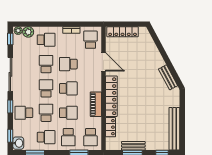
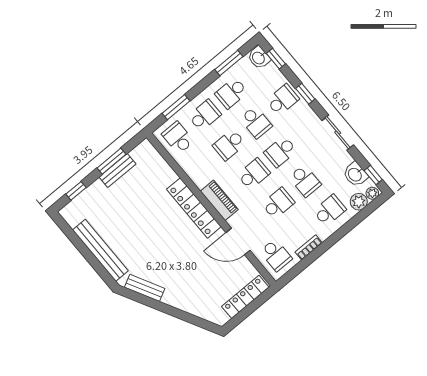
school desk: (46, 40) -> (329, 210), turned 180
washbasin: (19, 47) -> (355, 174), added
sliding door: (10, 74) -> (338, 133), width x0.73
school desk: (46, 88) -> (280, 152), turned 90
school desk: (68, 88) -> (254, 174), turned 180
piano: (96, 104) -> (219, 200), moved
locker: (110, 127) -> (164, 170), removed
bench: (174, 129) -> (100, 250), moved
school desk: (68, 137) -> (205, 115), turned 90

